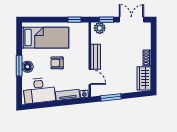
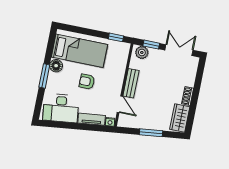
floor lamp: (27, 67) -> (56, 66), moved
window: (111, 97) -> (151, 133), moved

